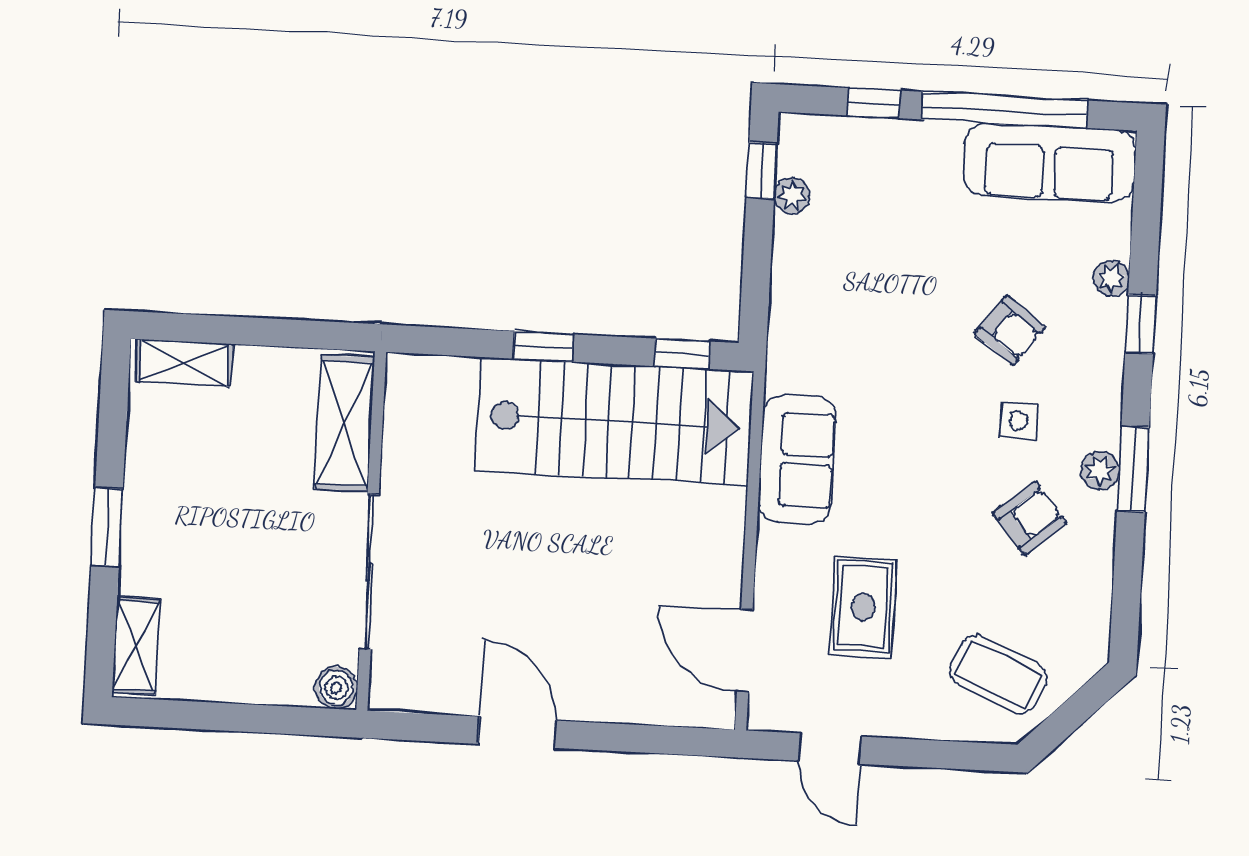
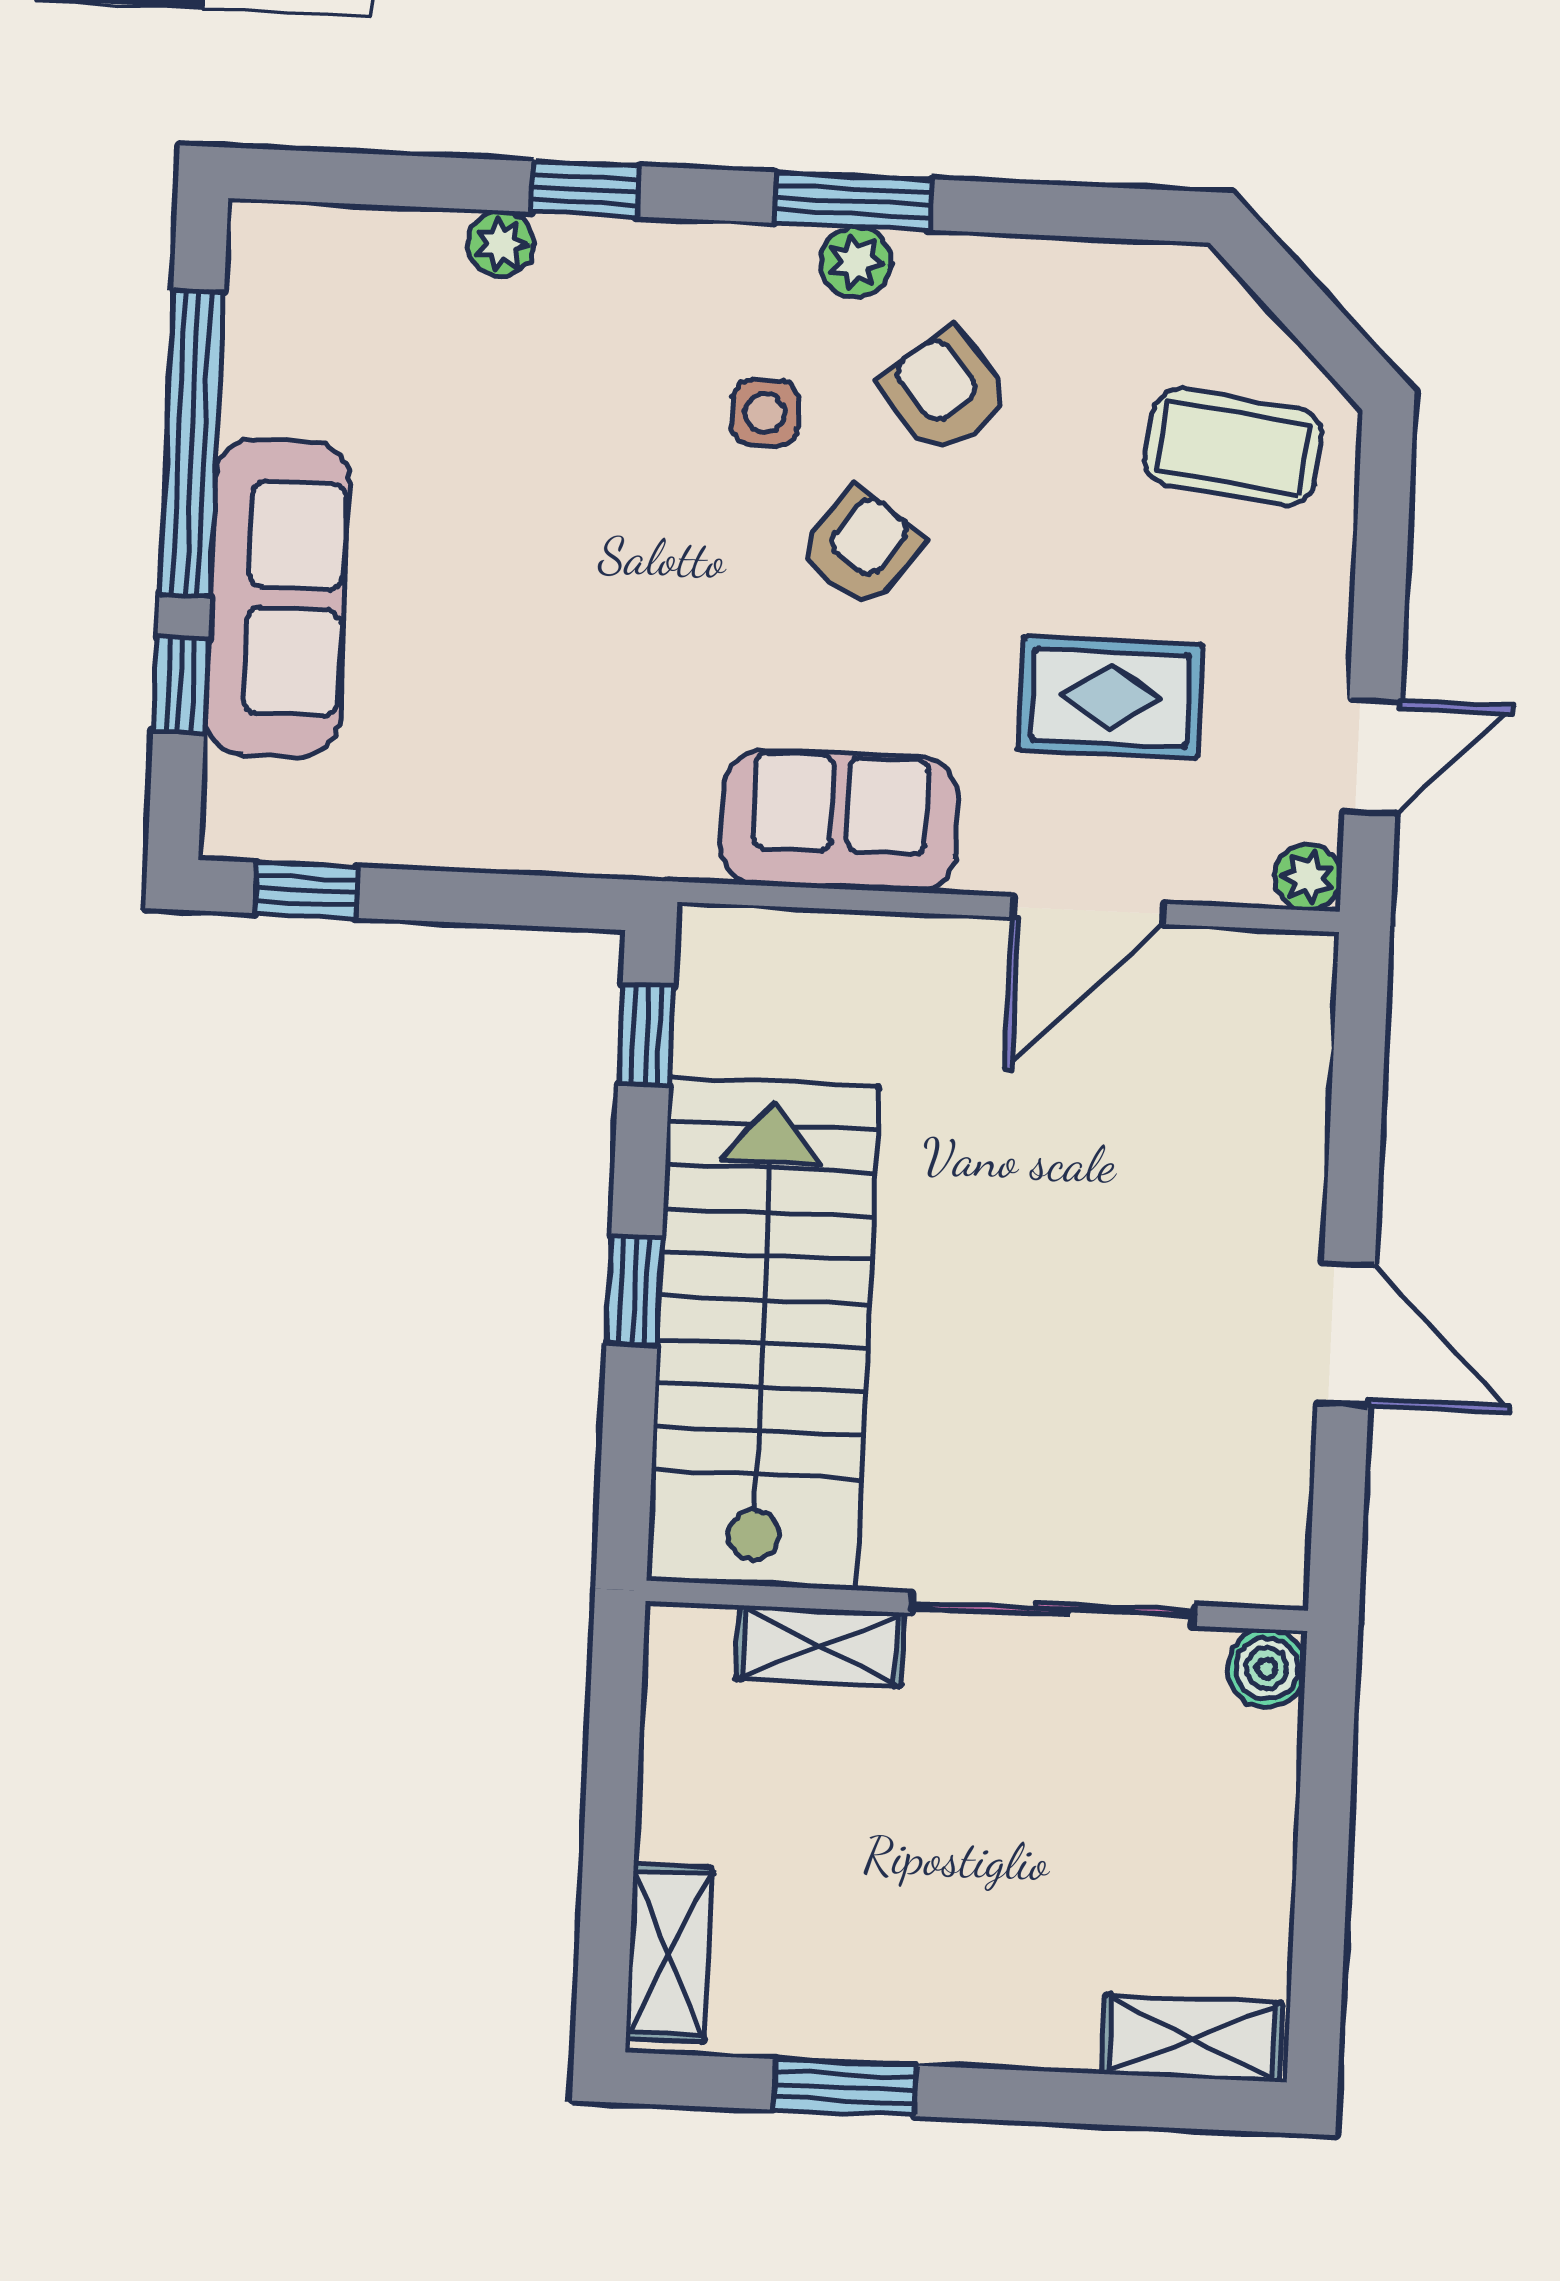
sofa: (1050, 162) -> (277, 598), moved
plant: (792, 196) -> (1308, 877), moved
armchair: (1010, 330) -> (861, 547), moved
stairs: (614, 421) -> (763, 1333), moved
shelving: (345, 423) -> (820, 1646), width x0.67, depth x0.75
window: (107, 527) -> (845, 2088), moved
door: (745, 651) -> (1088, 911), moved
coffee table: (998, 674) -> (1233, 447), turned 74
door: (517, 732) -> (1346, 1334), swing flipped

